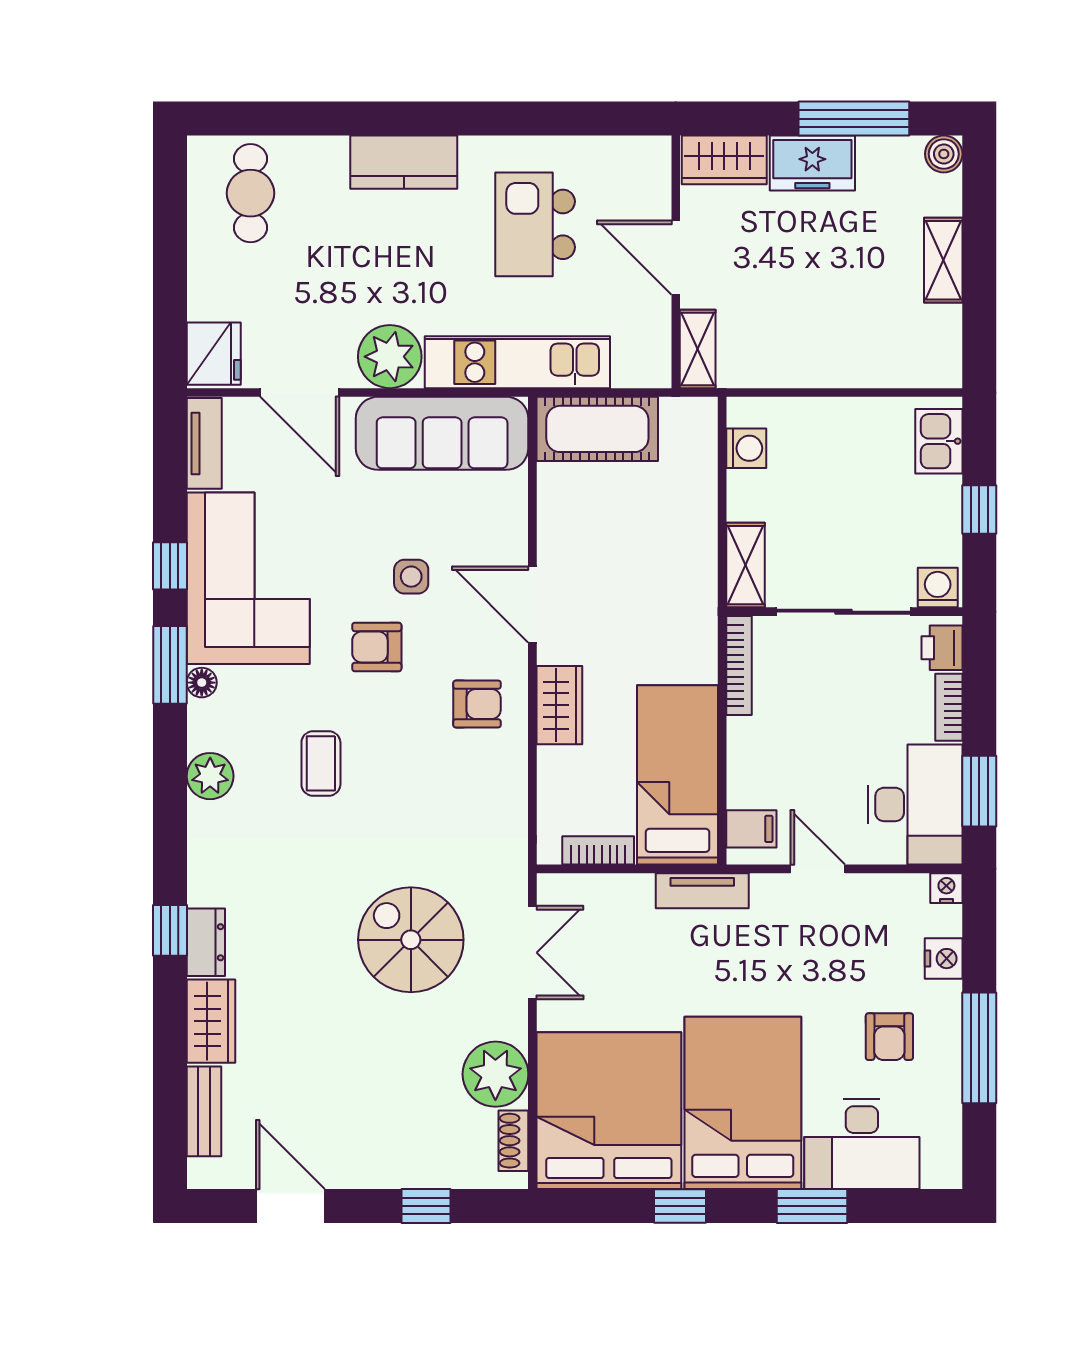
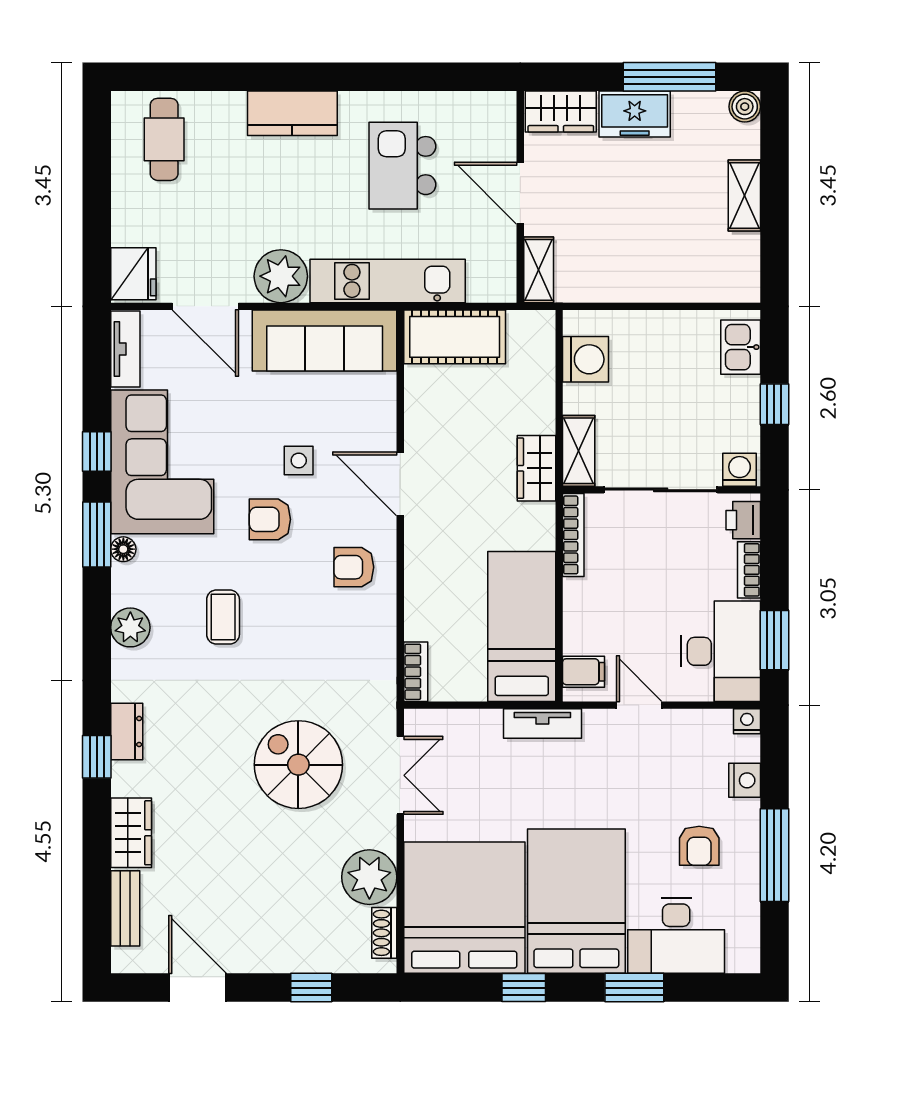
washing machine: (746, 448) -> (586, 359), width x1.38, depth x1.38
armchair: (477, 704) -> (354, 567), turned 180
wardrobe: (559, 705) -> (536, 468), moved, turned 180
bookcase: (598, 850) -> (416, 672), moved, turned 90
dresser: (206, 942) -> (127, 731), moved

